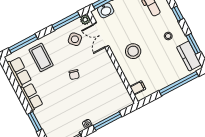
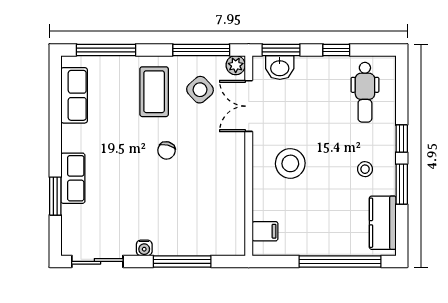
window: (193, 44) -> (402, 184), moved
coffee table: (41, 57) -> (154, 92), moved
row of seats: (32, 97) -> (73, 178), moved

